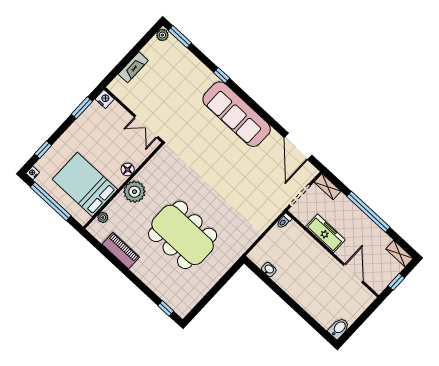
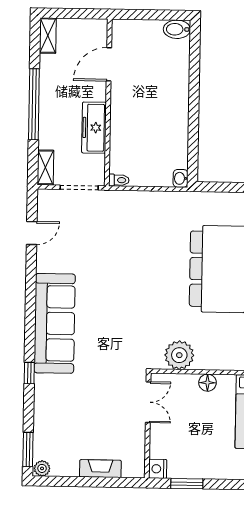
door: (298, 146) -> (32, 233), width x0.53
plant: (134, 192) -> (179, 355), moved
washbasin: (269, 270) -> (180, 178), moved
window: (396, 282) -> (79, 14), removed

